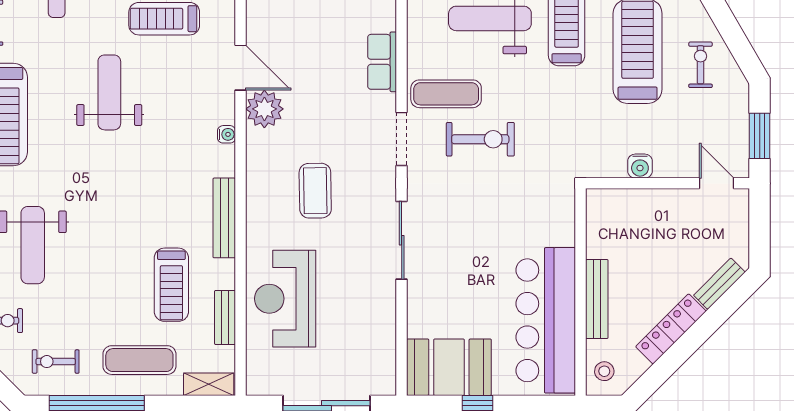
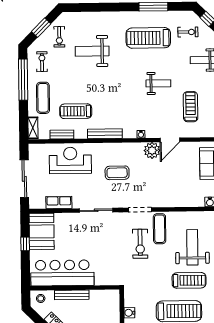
row of seats: (382, 62) -> (59, 202), moved
weight bench: (109, 92) -> (158, 83), width x0.73, depth x0.75

